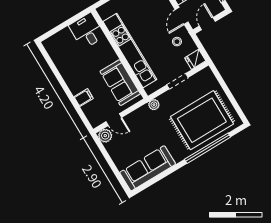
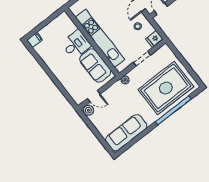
desk: (87, 31) -> (76, 44), moved, turned 90
filing cabinet: (84, 98) -> (35, 40), moved

